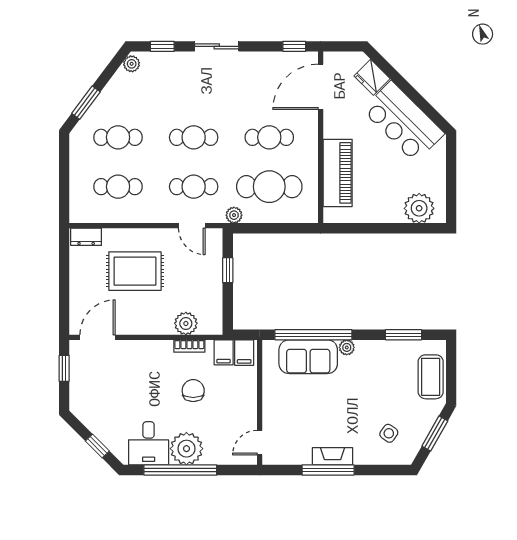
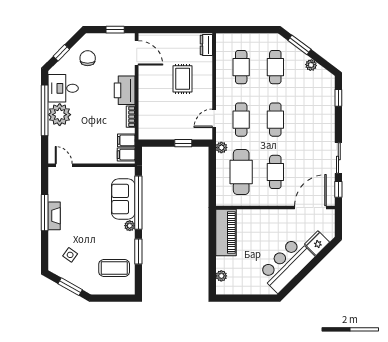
sliding door: (217, 46) -> (338, 158), moved
plant: (132, 64) -> (311, 65), moved
door: (321, 87) -> (310, 208), hinge flipped
piano: (338, 173) -> (226, 233), moved, turned -90
plant: (419, 208) -> (221, 276), width x0.53, depth x0.53
rug: (135, 271) -> (183, 79), width x0.73, depth x0.70
plant: (186, 323) -> (146, 114), removed
window: (404, 335) -> (138, 251), moved
printer: (152, 355) -> (125, 90), added
coffee table: (431, 377) -> (114, 268), moved
chair: (193, 391) -> (88, 58), moved, turned -90

